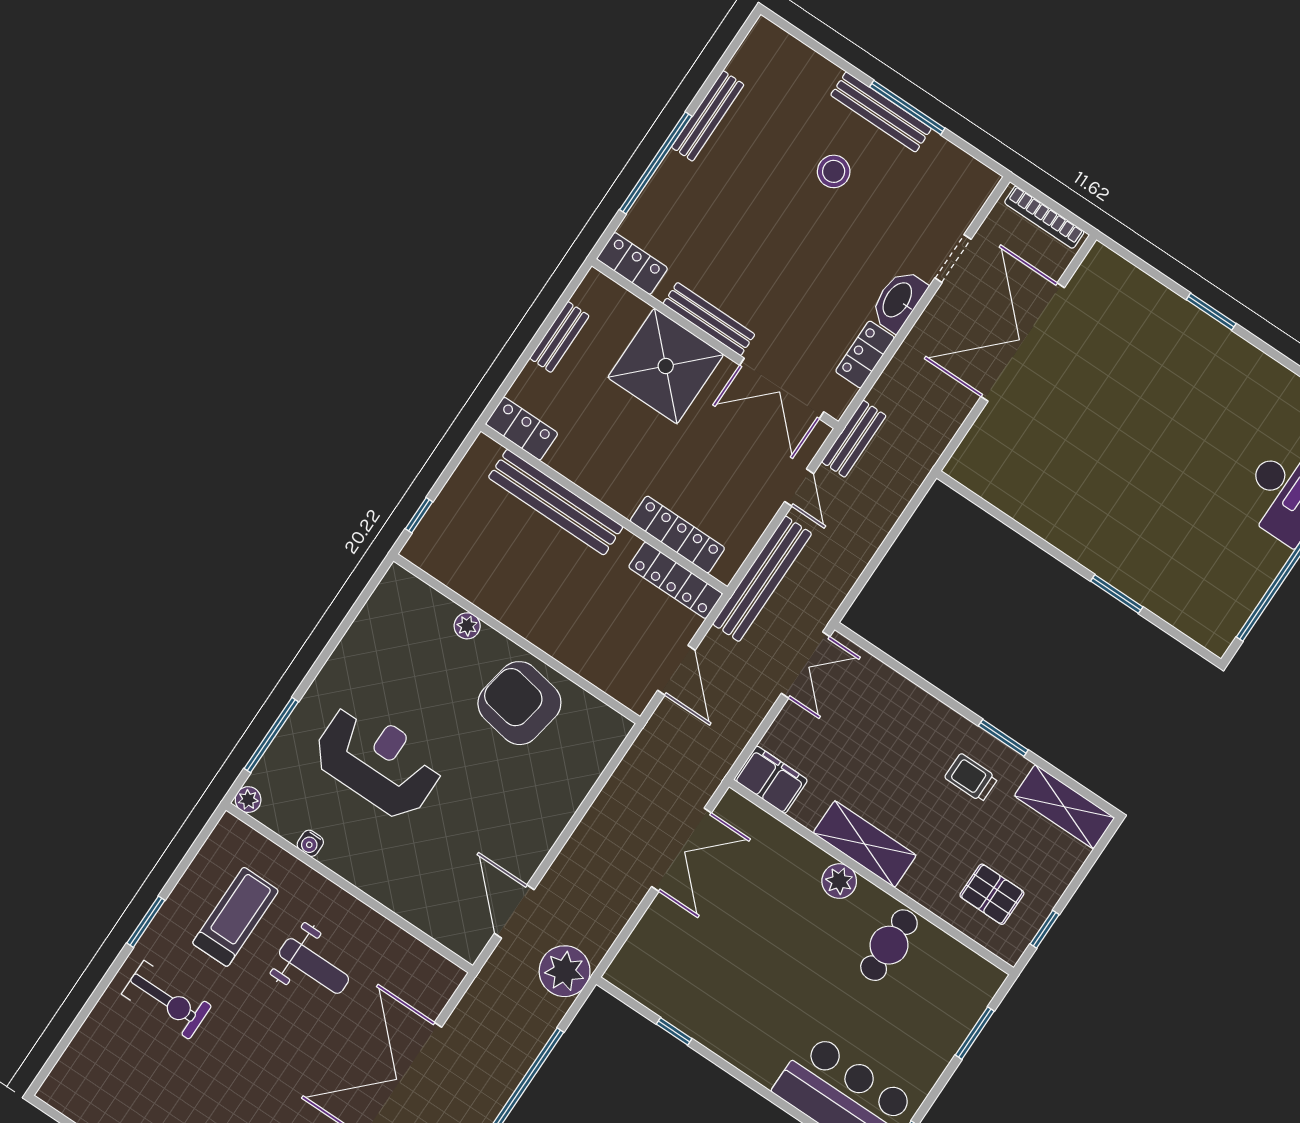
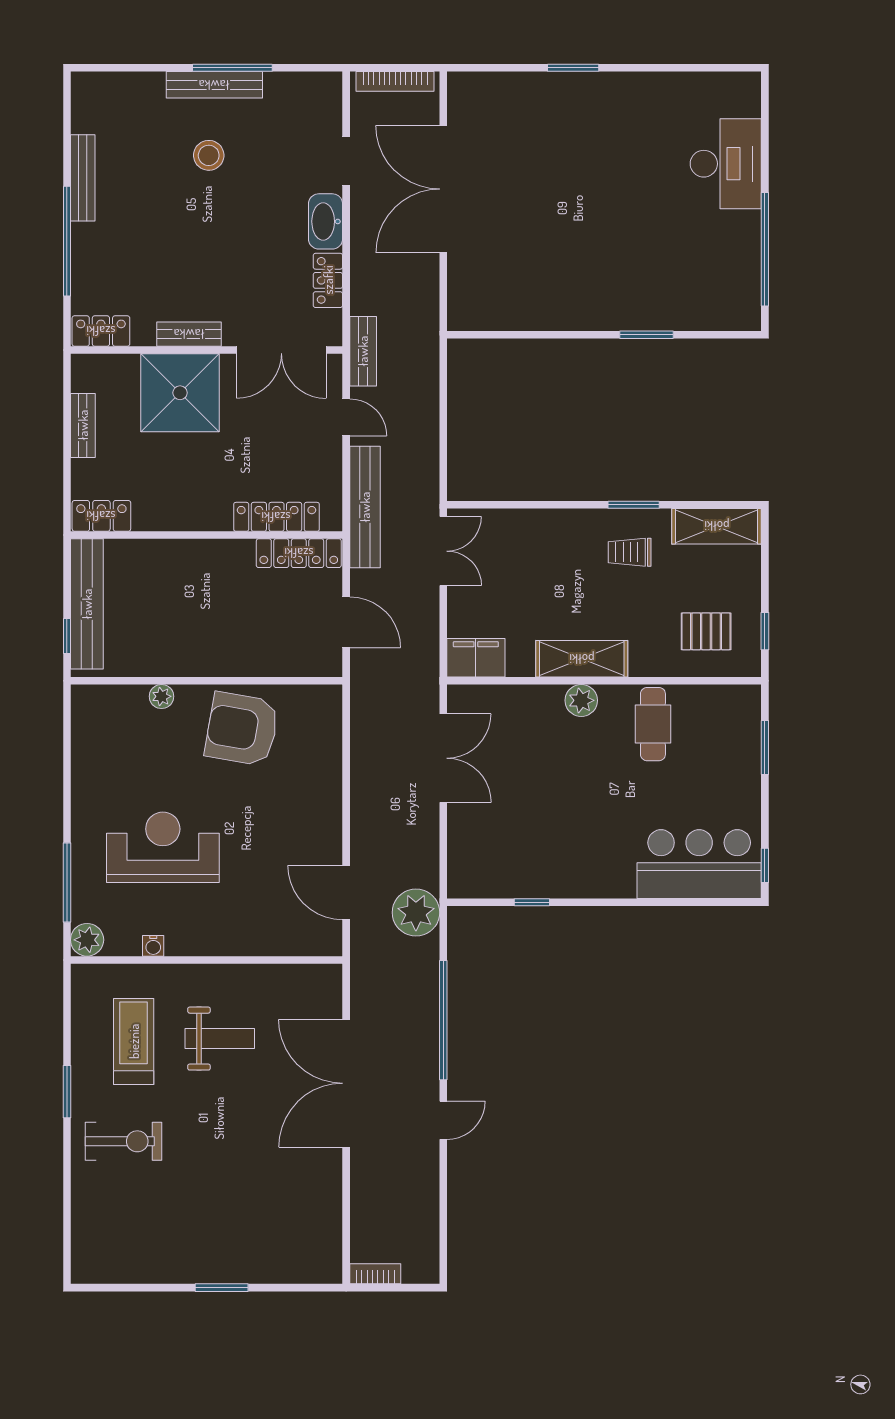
bench: (709, 319) -> (189, 334), width x0.73
bench: (556, 502) -> (87, 604), moved, turned 90
plant: (248, 800) -> (87, 940), width x1.38, depth x1.38

